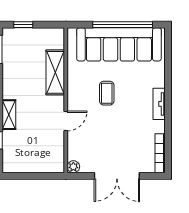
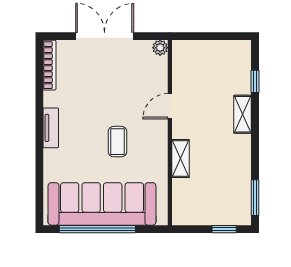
shelving: (55, 72) -> (180, 159), width x0.67, depth x0.75

